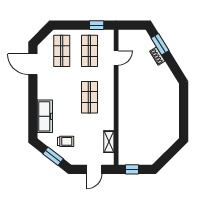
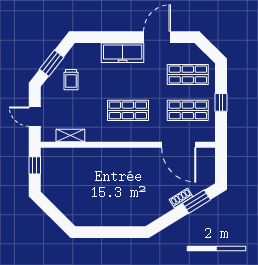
window: (97, 25) -> (221, 102), moved
door: (116, 58) -> (179, 145), width x1.88
door: (33, 64) -> (157, 37), moved
freezer: (45, 116) -> (123, 53), moved

